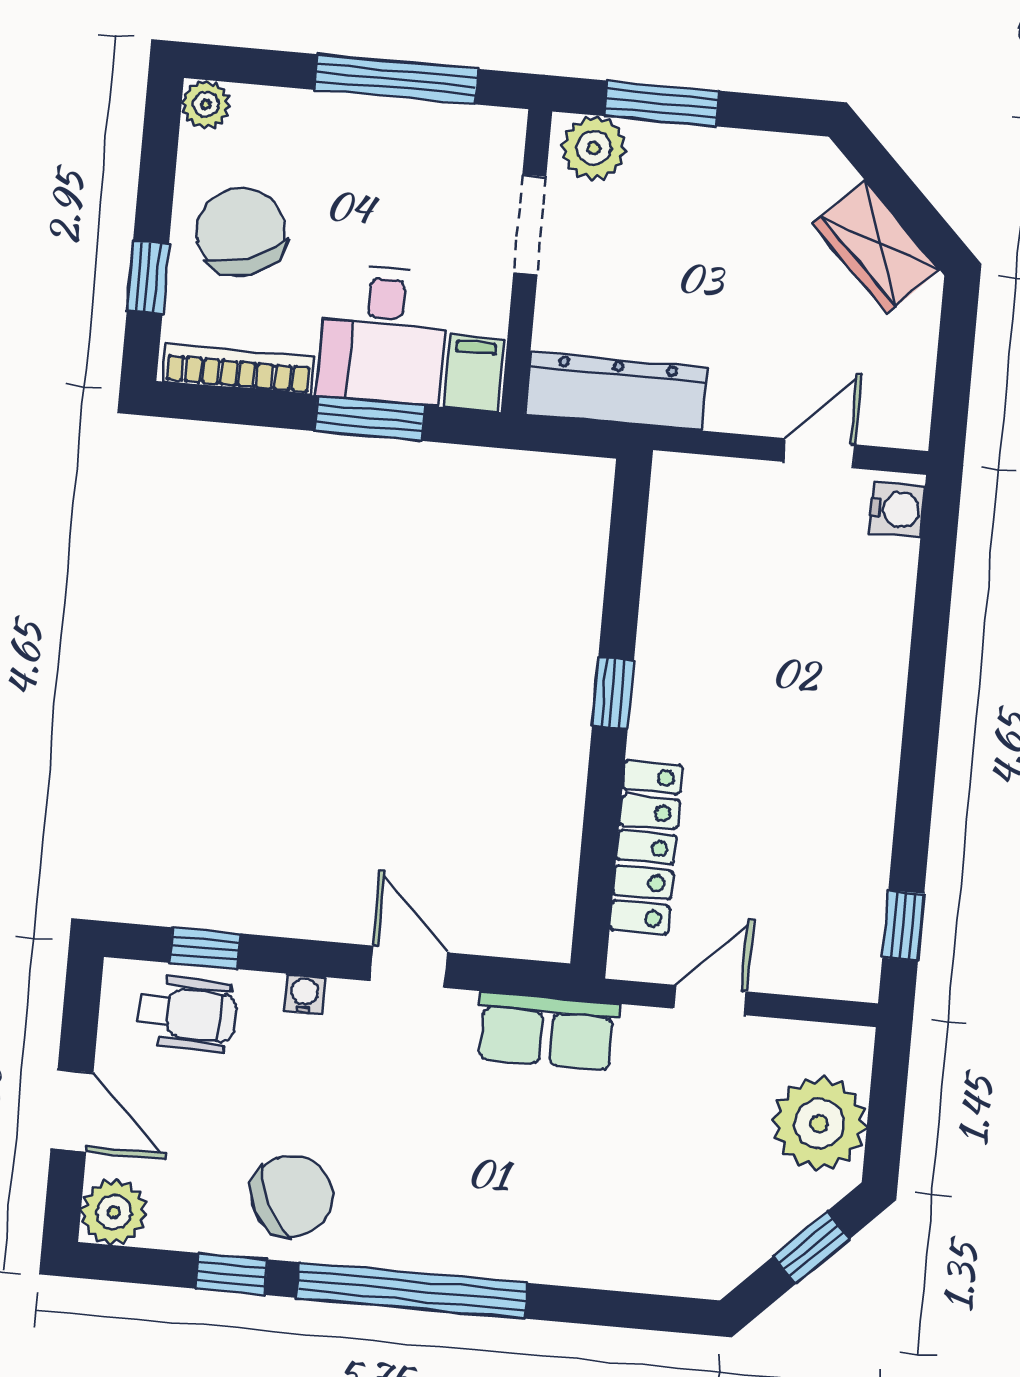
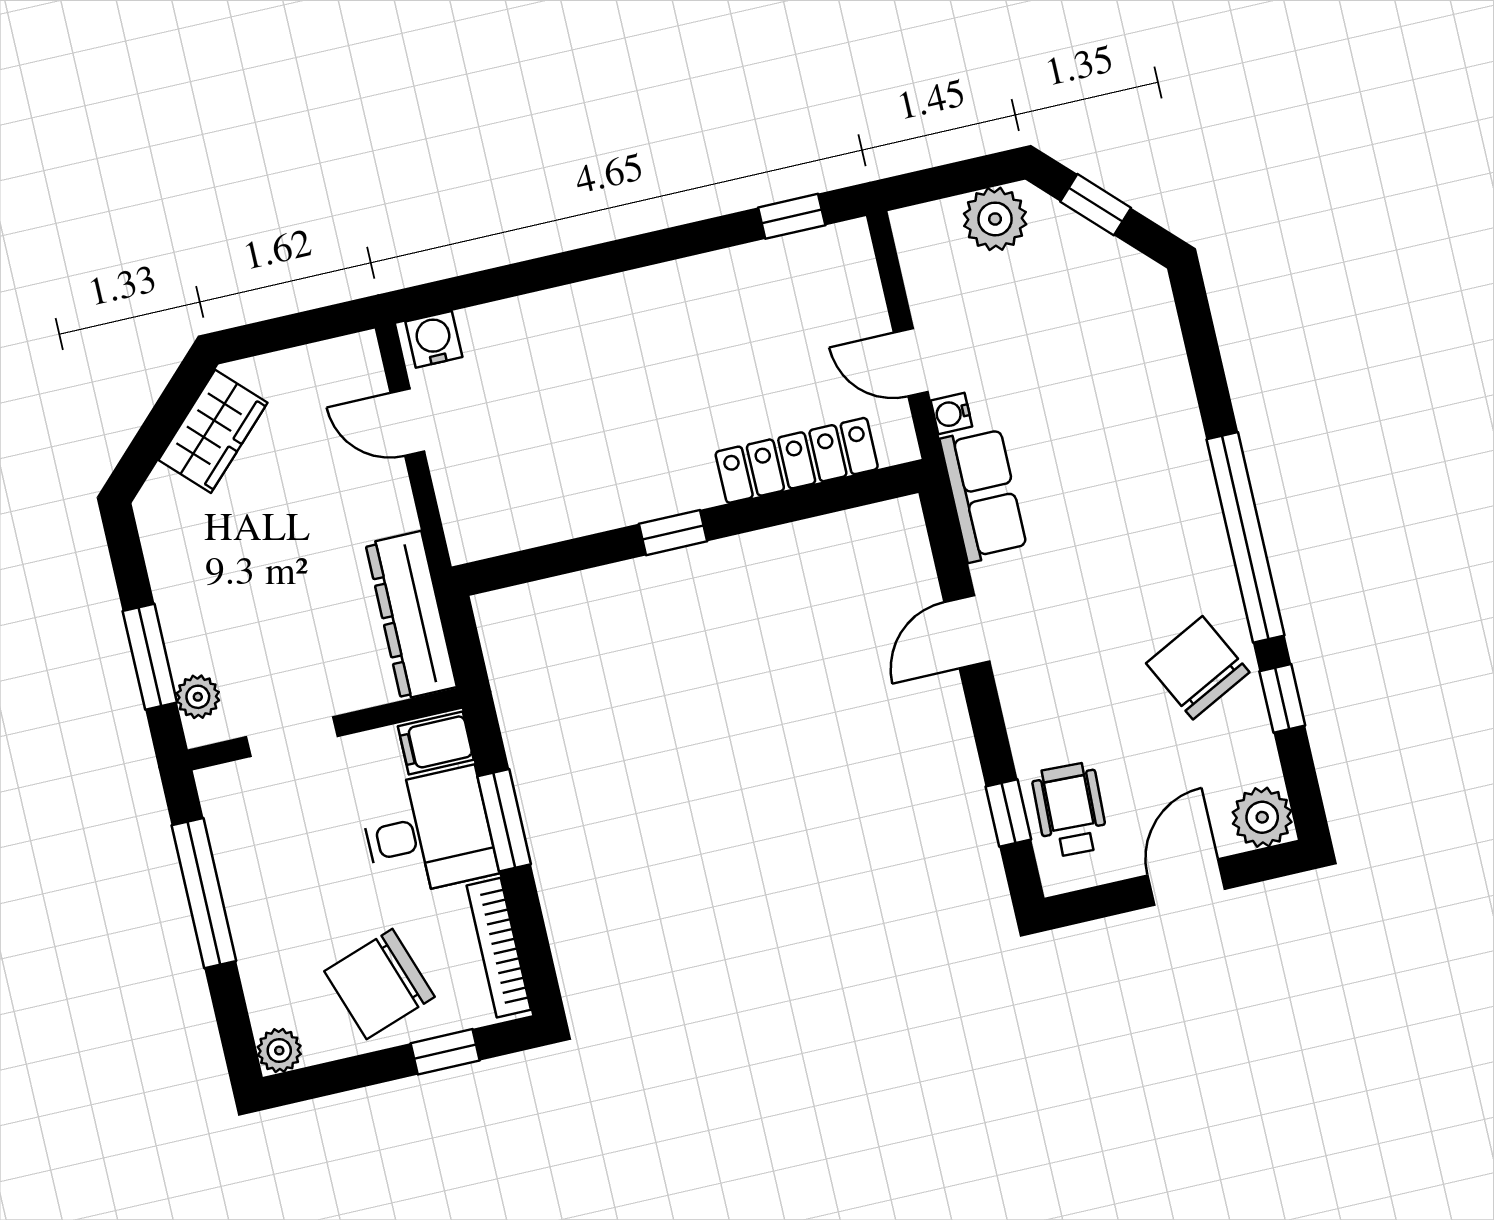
plant: (594, 148) -> (198, 697), width x0.73, depth x0.73
water cooler: (305, 994) -> (951, 414), moved
plant: (819, 1124) -> (995, 219), width x0.73, depth x0.73

